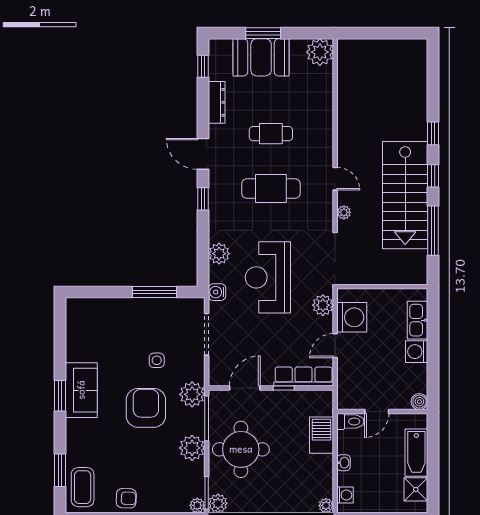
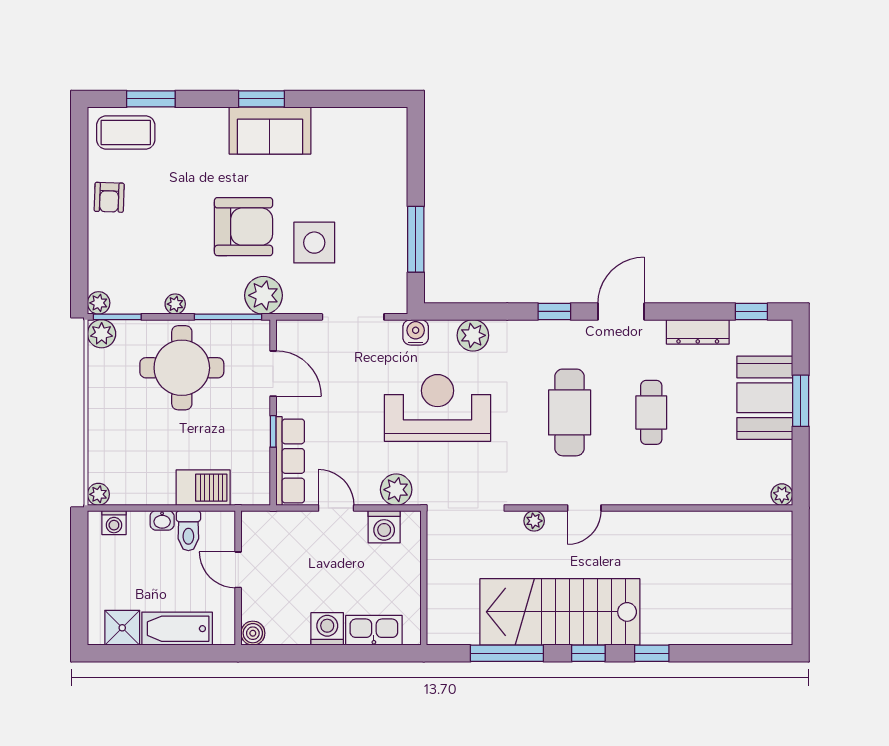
plant: (320, 52) -> (782, 495), width x0.53, depth x0.53
washing machine: (352, 317) -> (384, 527), width x0.73, depth x0.73
side table: (157, 360) -> (314, 243), width x1.87, depth x1.87
toilet: (350, 422) -> (188, 531), moved
plant: (192, 448) -> (175, 304), width x0.53, depth x0.53

